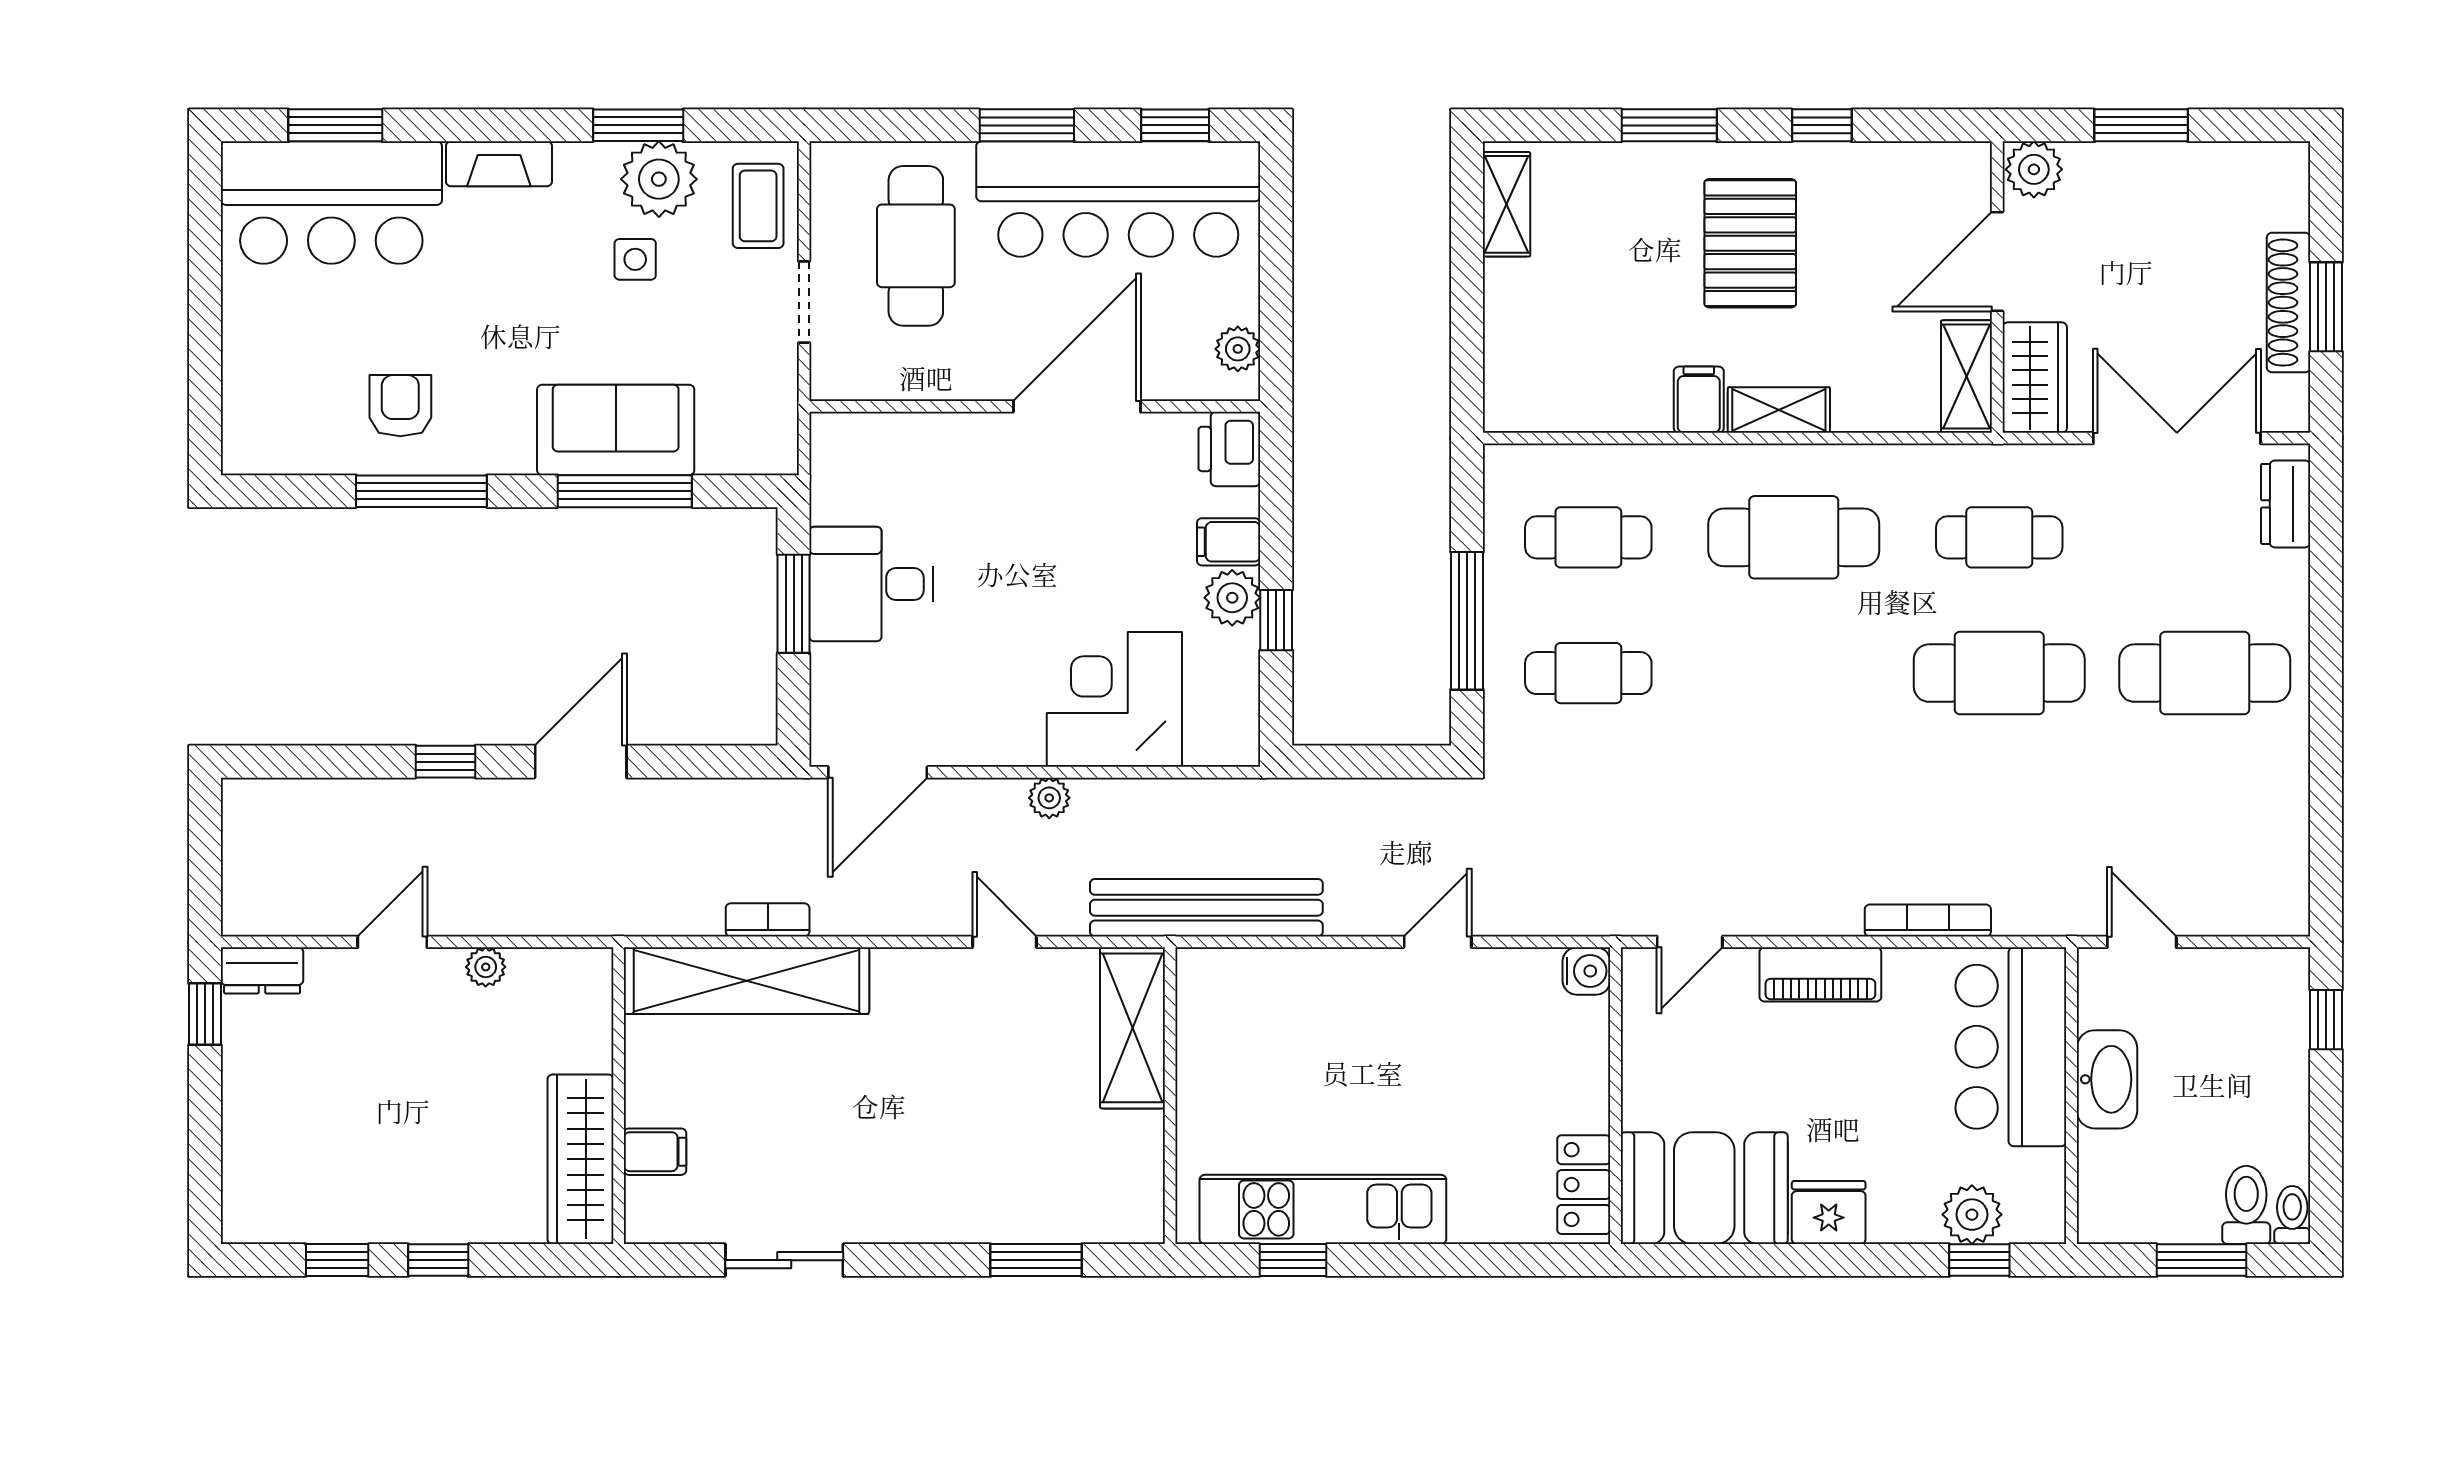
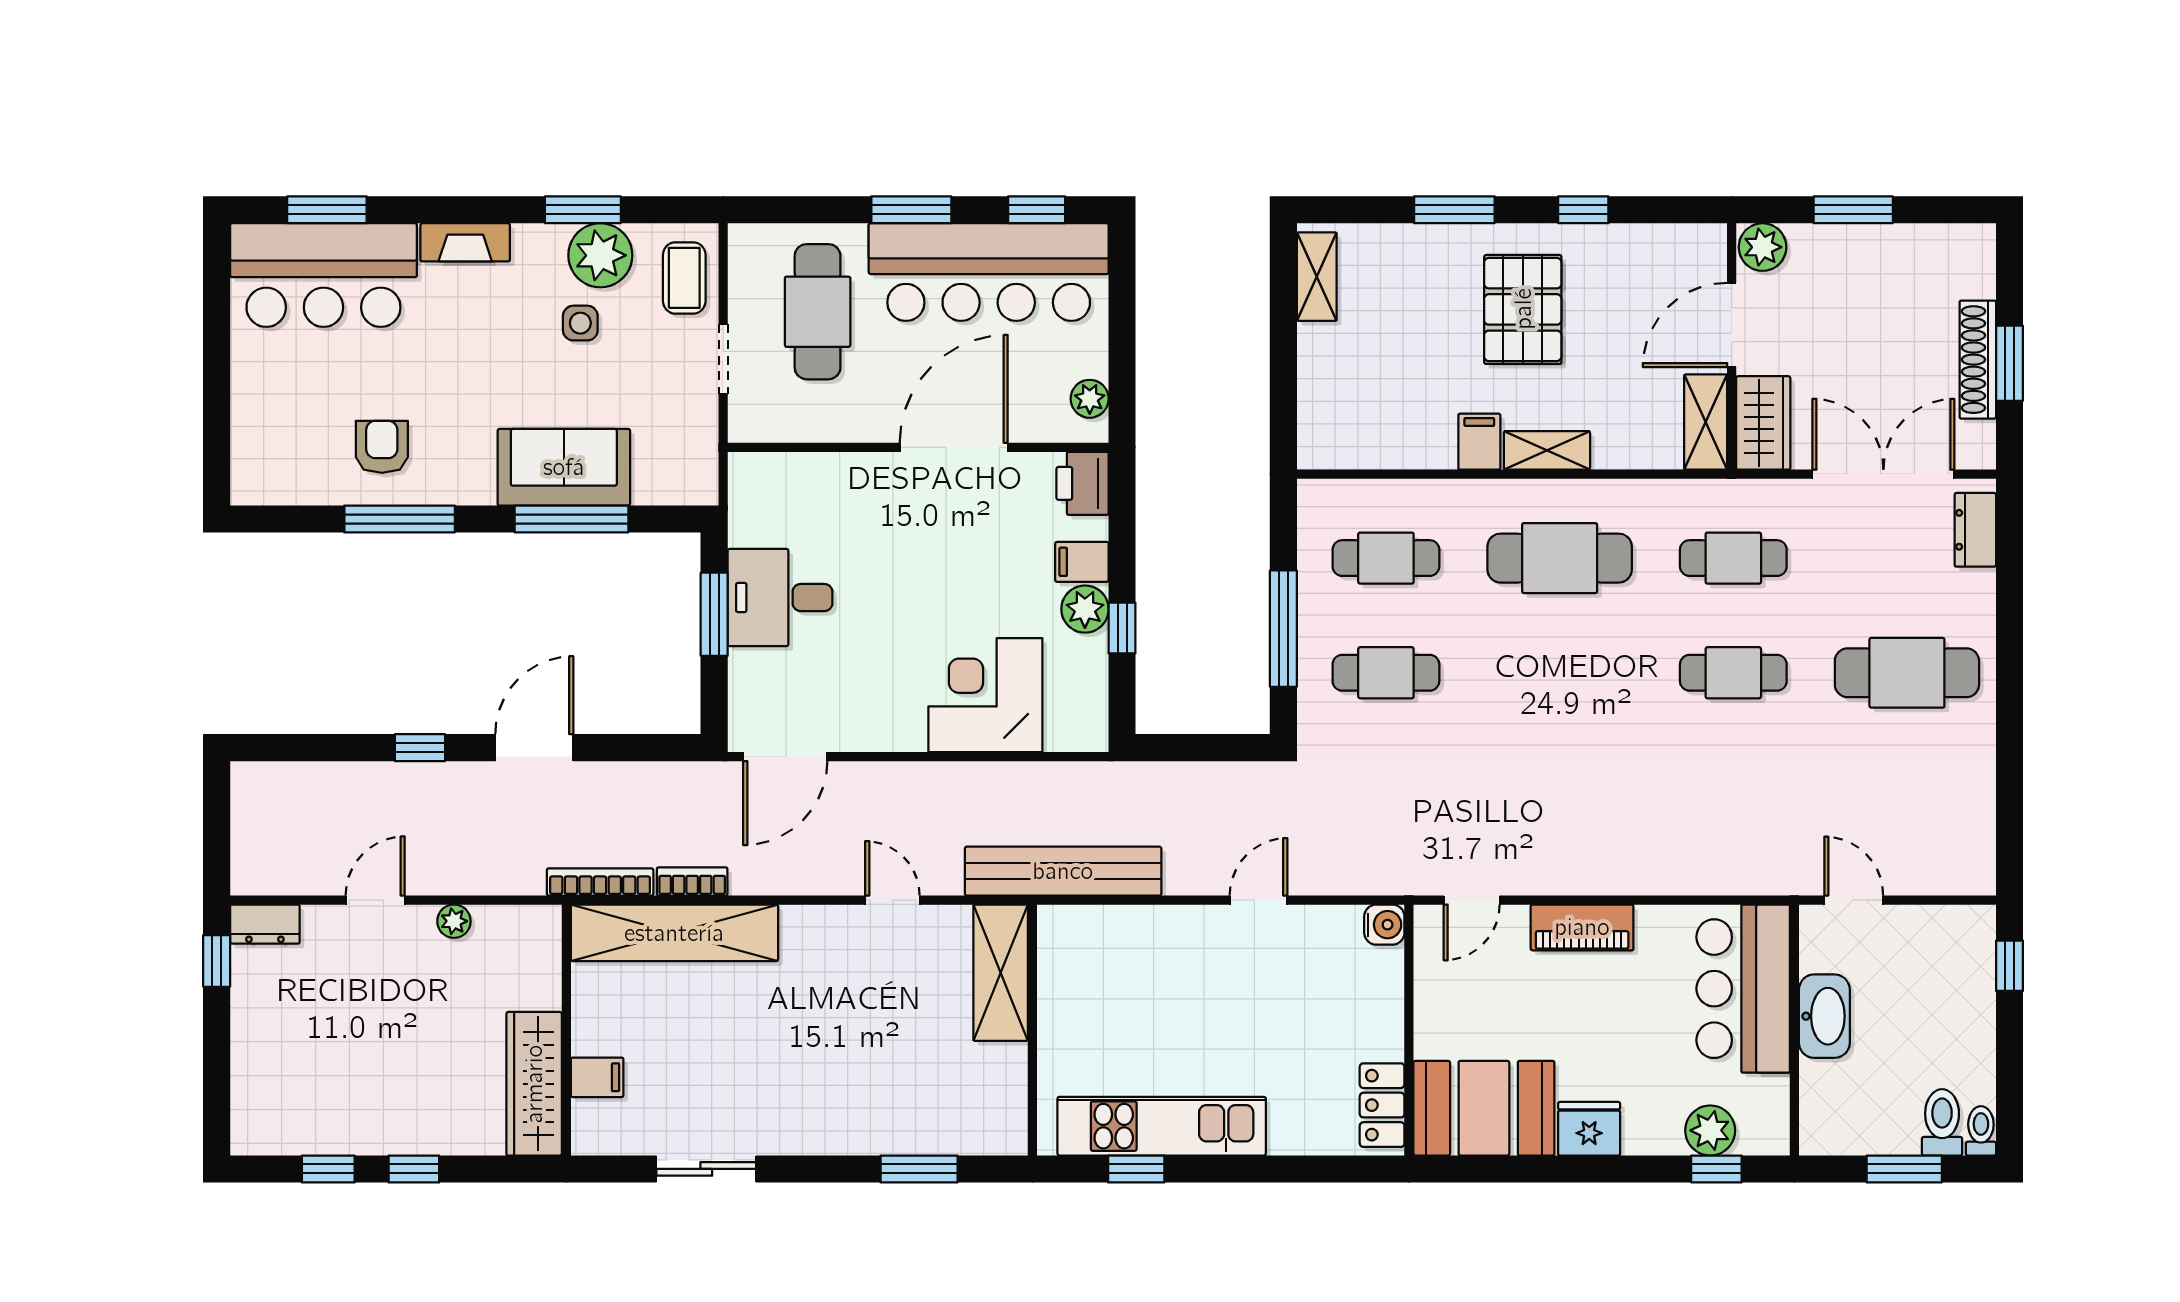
cafe table: (1999, 673) -> (1733, 673), width x0.73, depth x0.74
plant: (1049, 798) -> (930, 778), removed
bookcase: (1928, 920) -> (600, 882), moved

